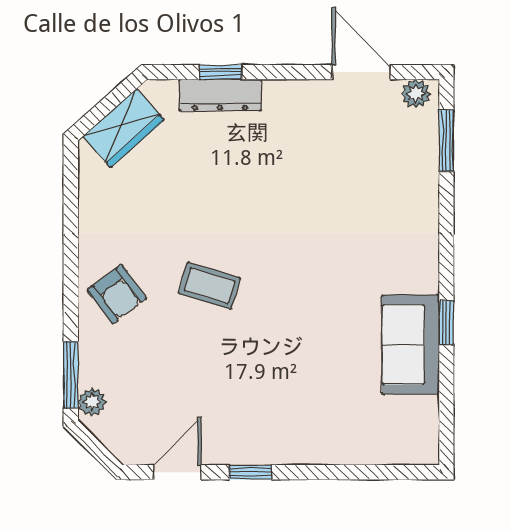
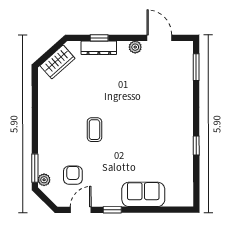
plant: (416, 94) -> (135, 47), moved
coffee table: (209, 286) -> (94, 130), turned 73
armchair: (117, 294) -> (73, 175), moved, turned -143
sofa: (411, 344) -> (143, 194), moved, turned 90

